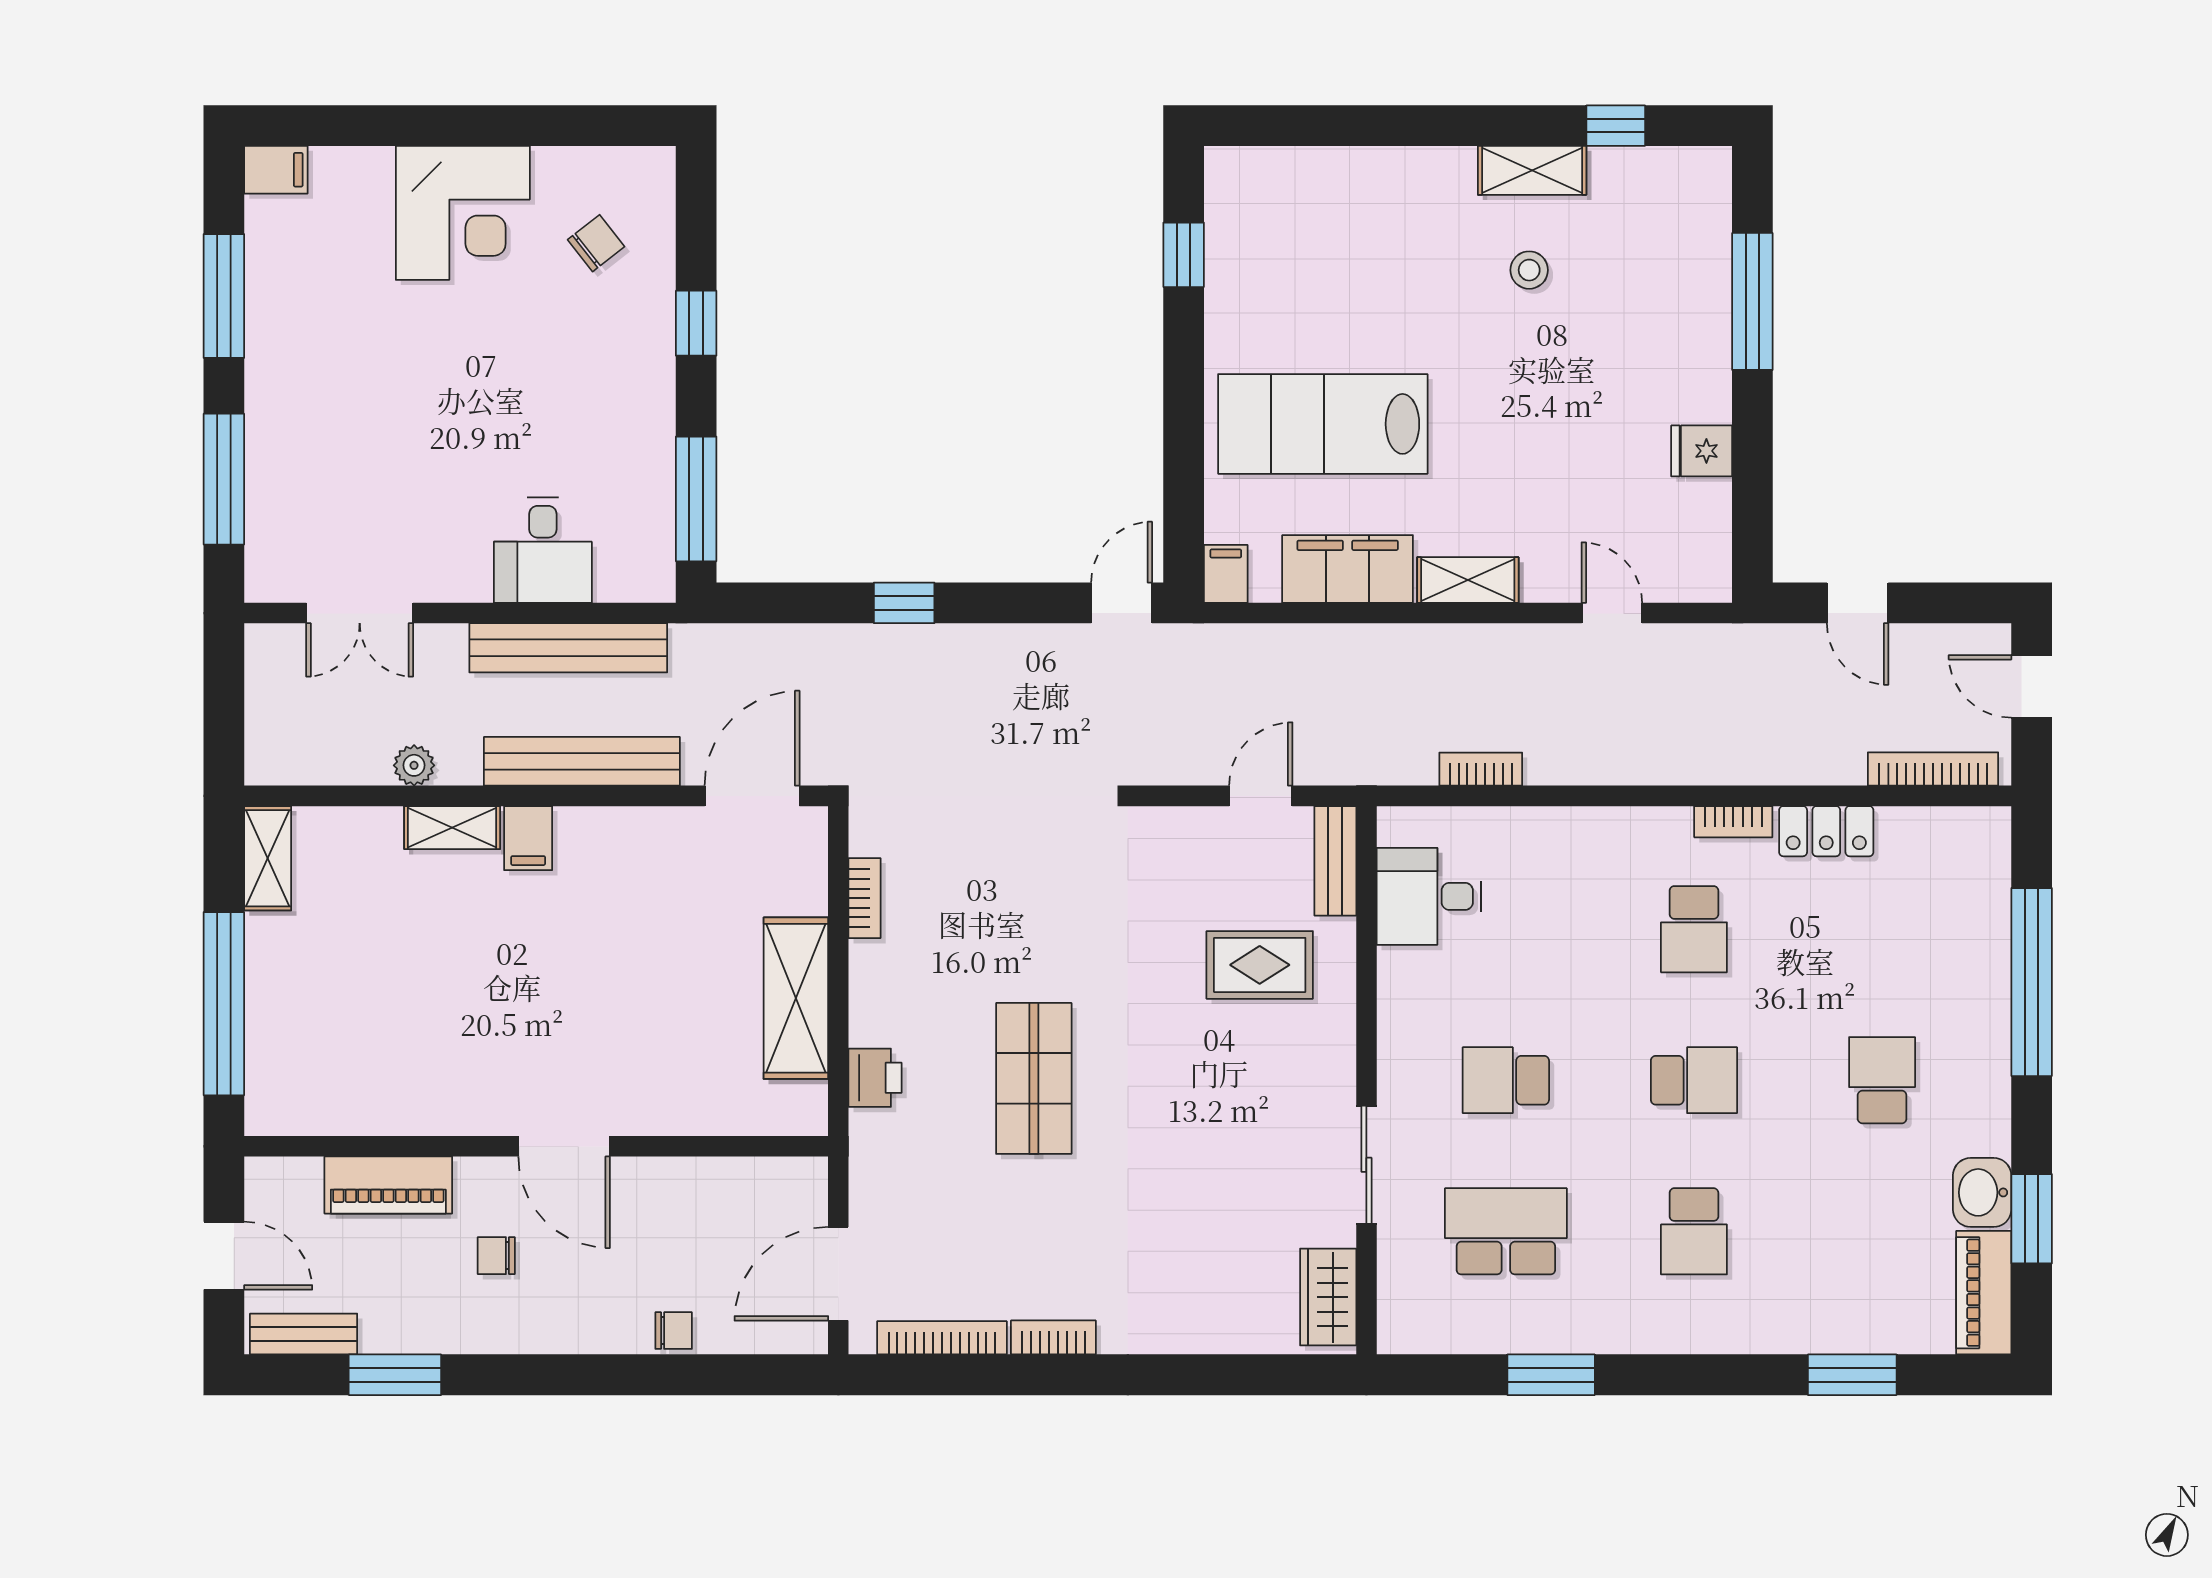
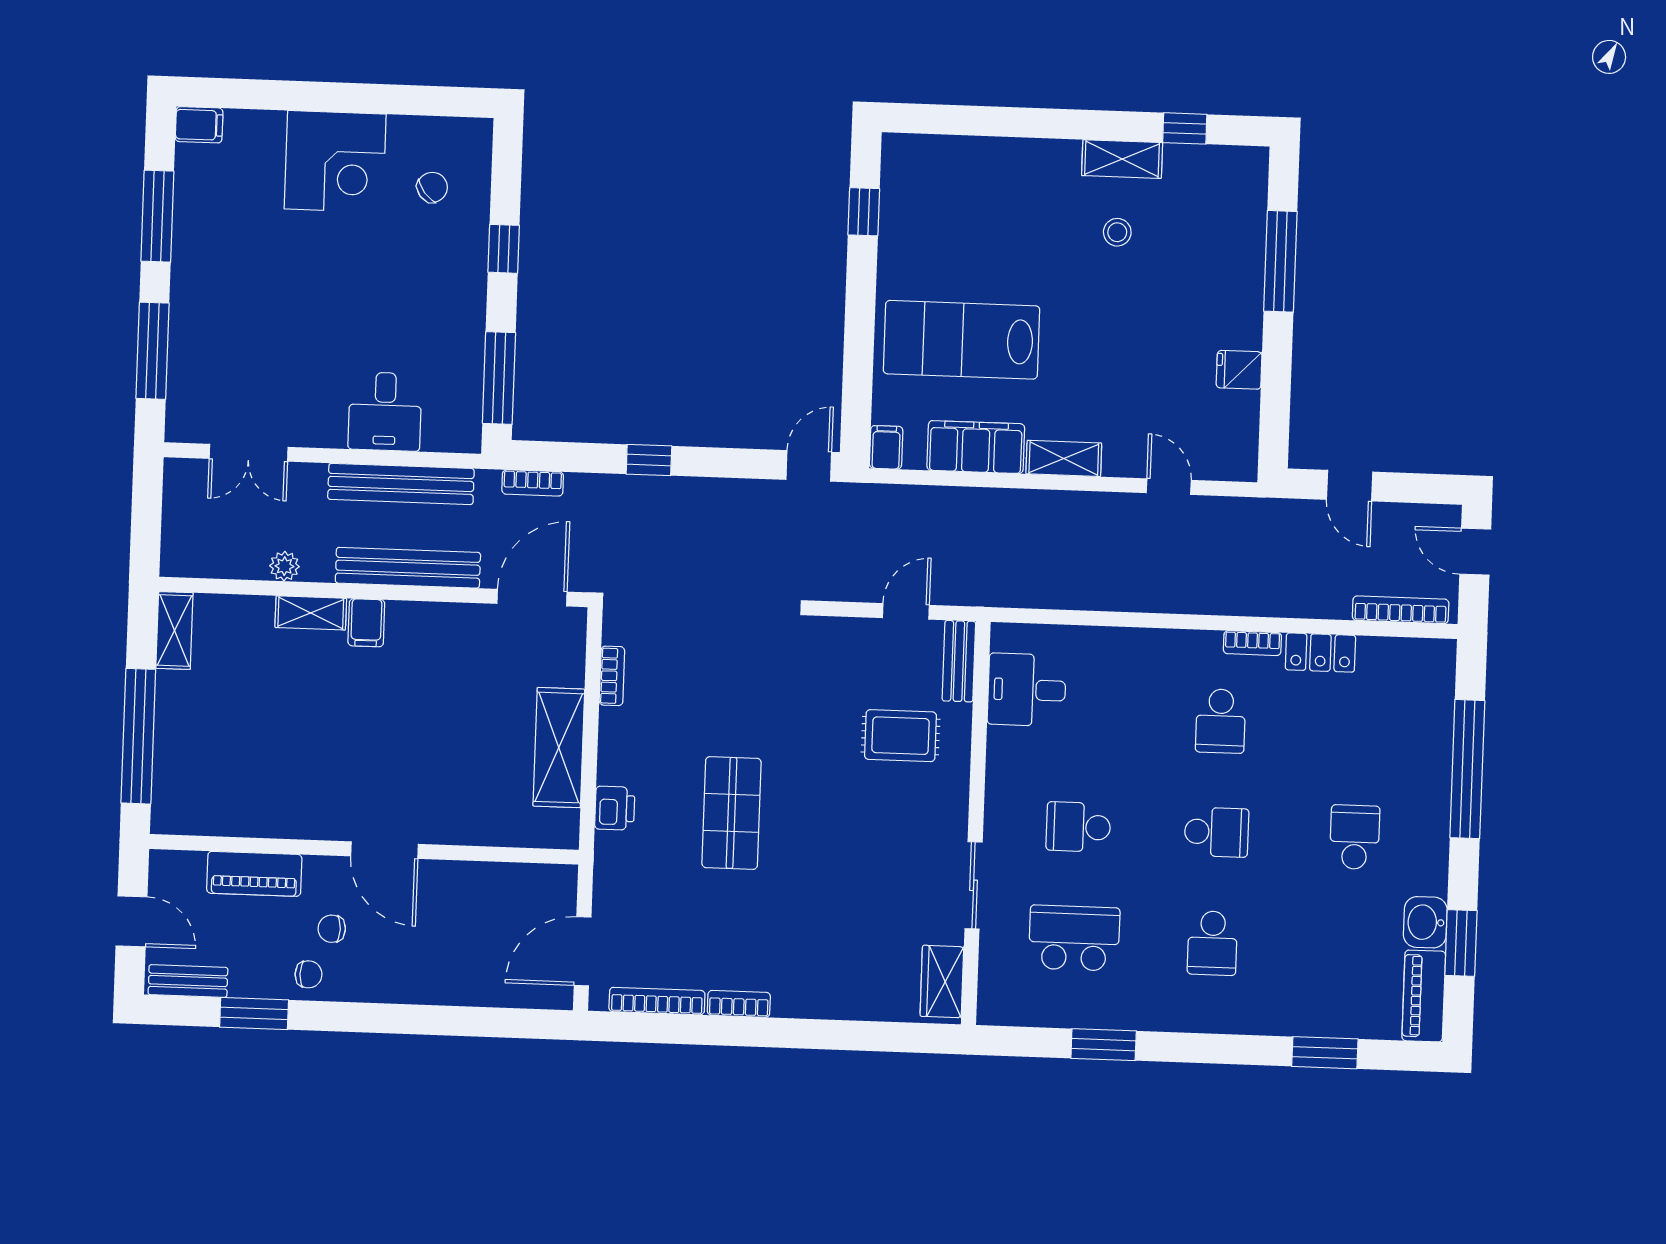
bookcase: (1481, 769) -> (533, 483), moved, turned 180
chair: (674, 1331) -> (308, 974), moved

